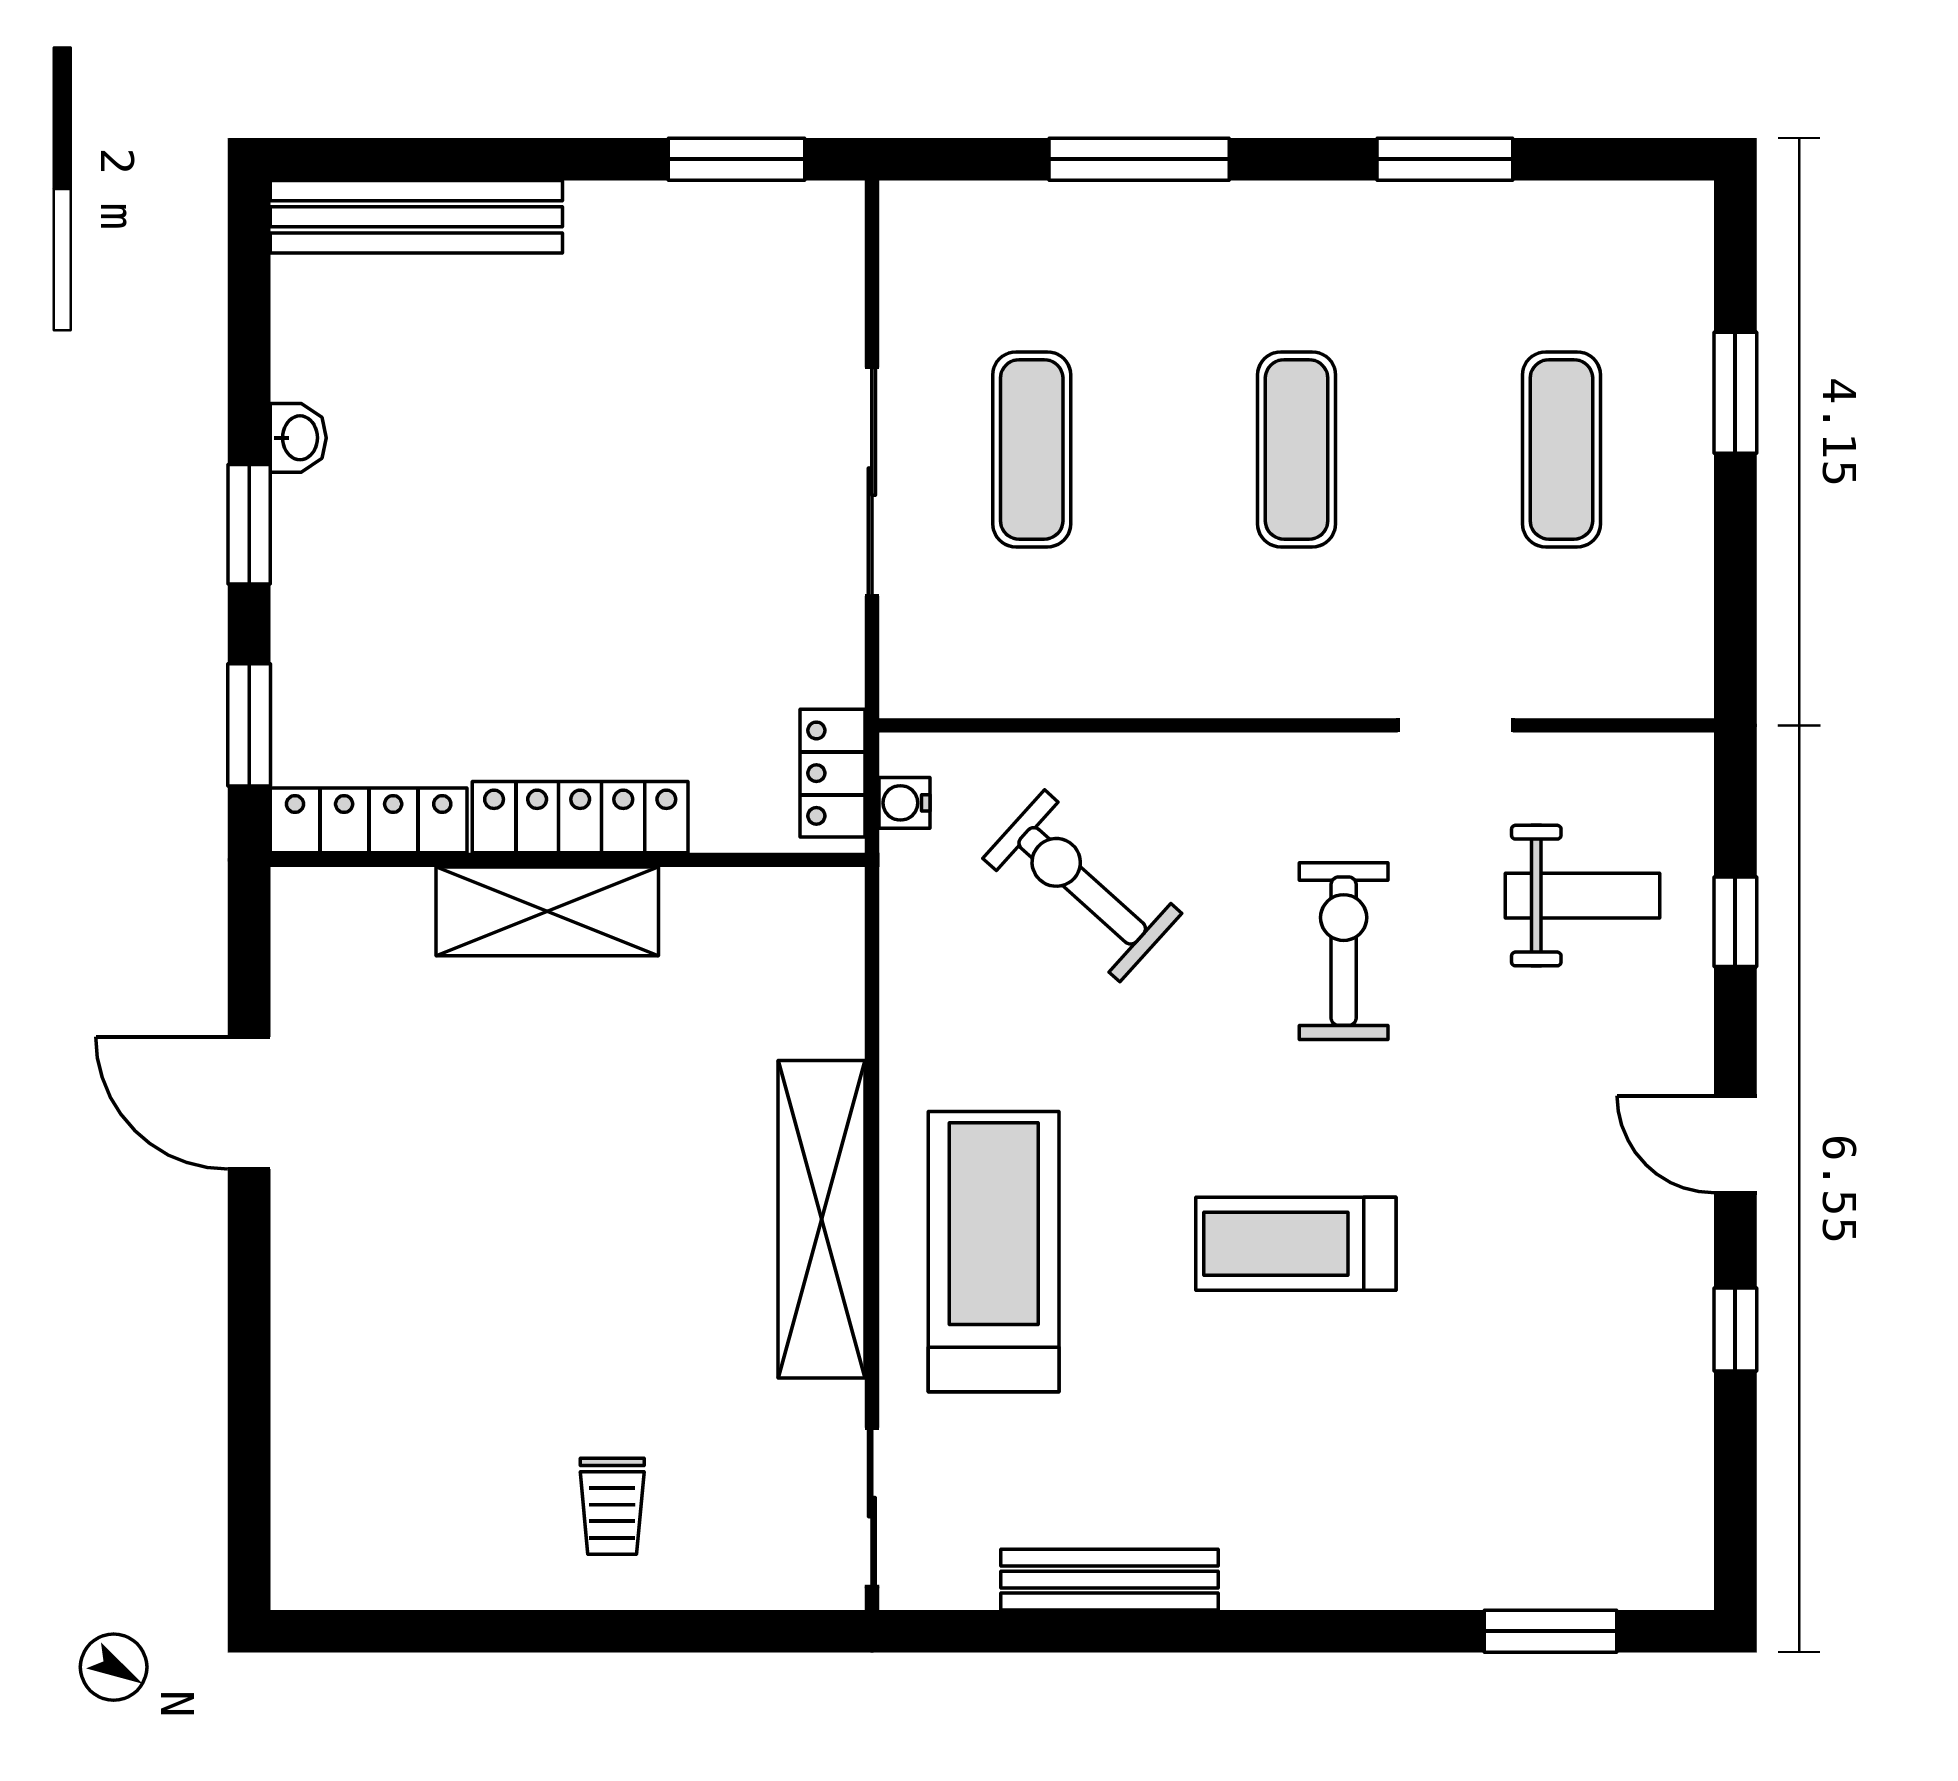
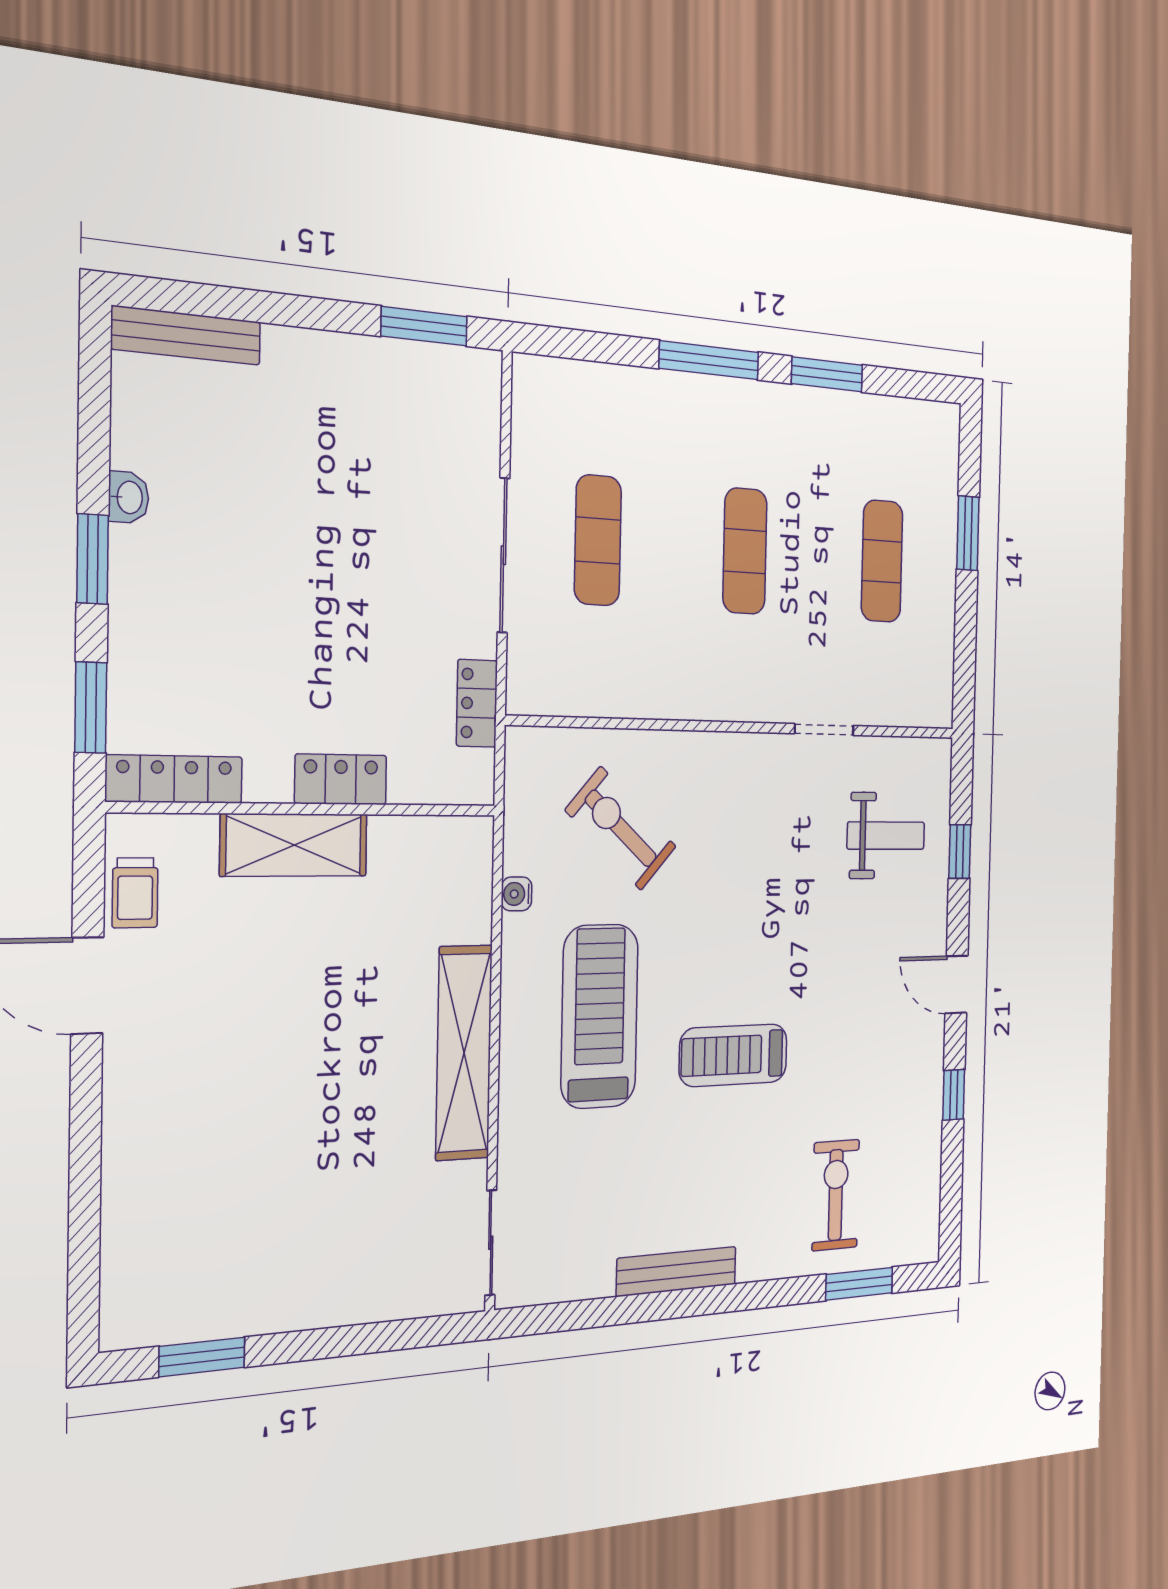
window: (1139, 159) -> (709, 360), moved
bench: (416, 217) -> (186, 335), width x0.73, depth x0.82
locker: (833, 773) -> (477, 703), moved
water cooler: (904, 803) -> (517, 894), moved
locker: (580, 817) -> (341, 779), width x0.66
exercise bike: (1344, 951) -> (836, 1195), moved
treadmill: (994, 1252) -> (600, 1016), moved
trolley: (612, 1506) -> (135, 893), moved
bench: (1110, 1580) -> (677, 1271), moved
window: (421, 1631) -> (202, 1357), added

